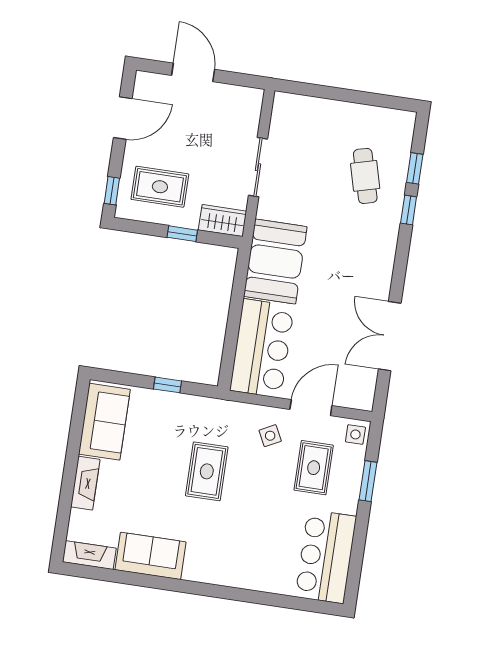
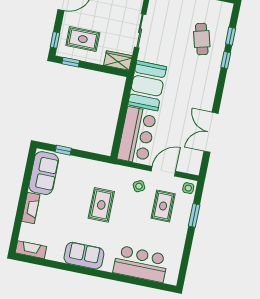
window: (182, 234) -> (71, 62), moved
window: (168, 385) -> (63, 150), moved
sofa: (150, 556) -> (84, 256), moved
bar counter: (326, 557) -> (141, 264), moved, turned 90

